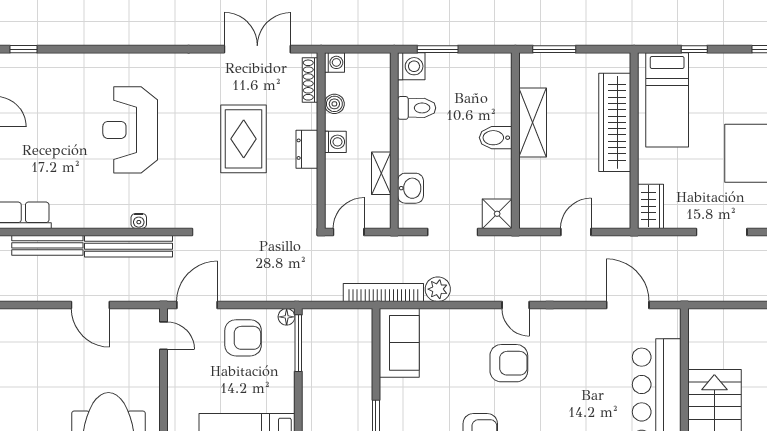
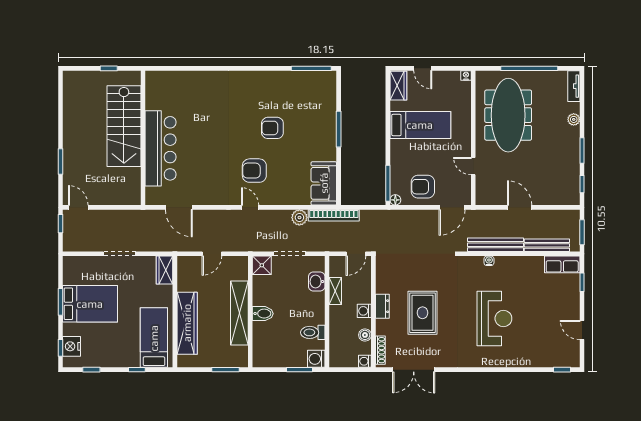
shelving: (533, 122) -> (239, 313), width x1.47
door: (163, 336) -> (473, 166), moved

